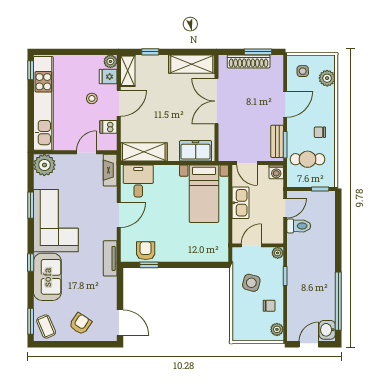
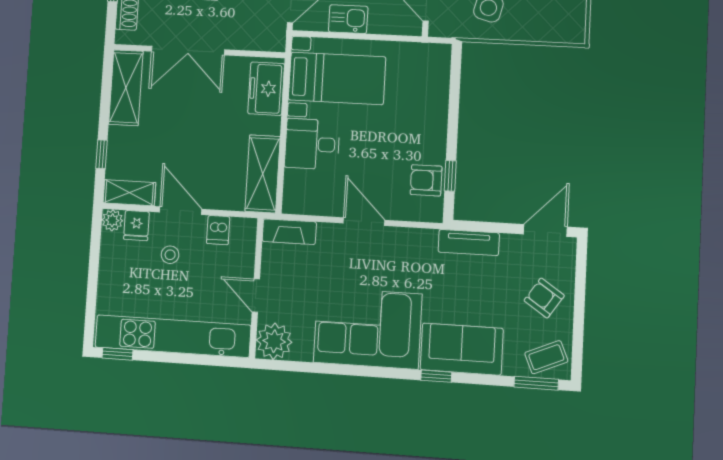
door: (87, 152) -> (256, 296), moved
desk: (138, 181) -> (312, 144), moved
kitchen sink: (240, 203) -> (348, 19), width x0.73
window: (31, 205) -> (340, 369), removed
tv unit: (110, 258) -> (469, 243), moved

